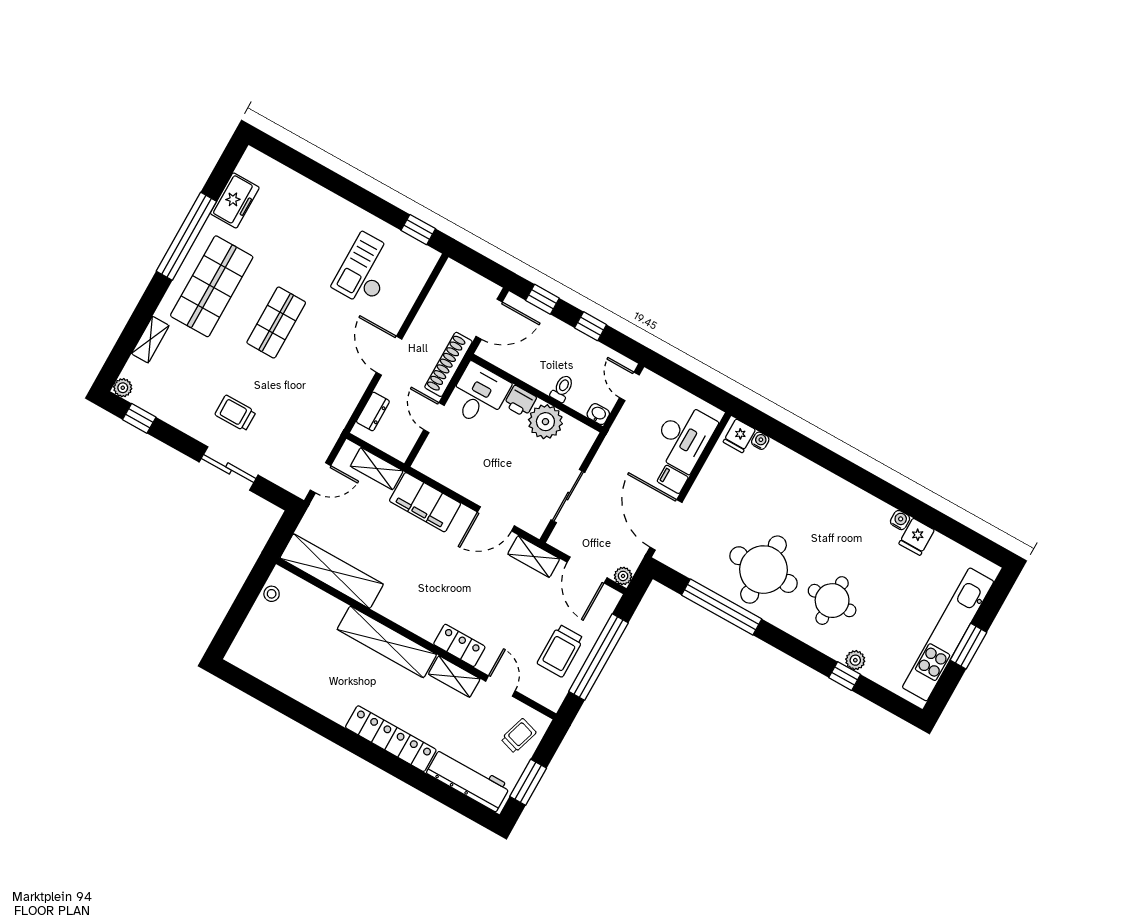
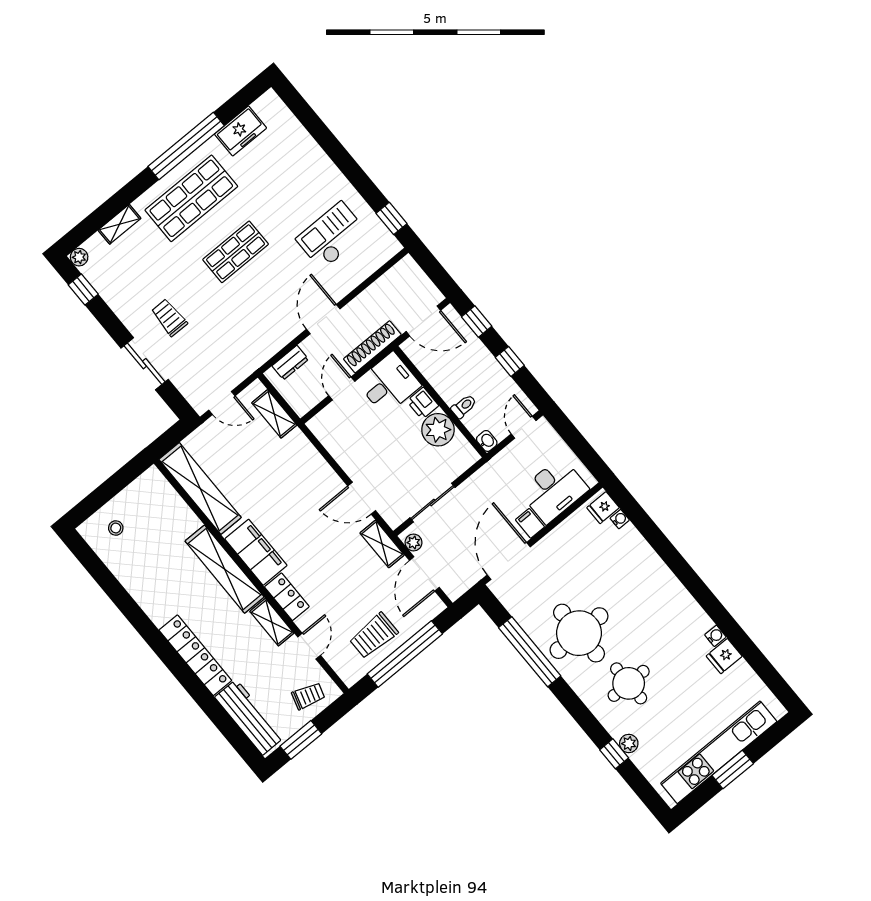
filing cabinet: (425, 502) -> (256, 552), moved, turned 180
plant: (623, 576) -> (414, 543), moved
stool: (272, 594) -> (116, 528), moved

